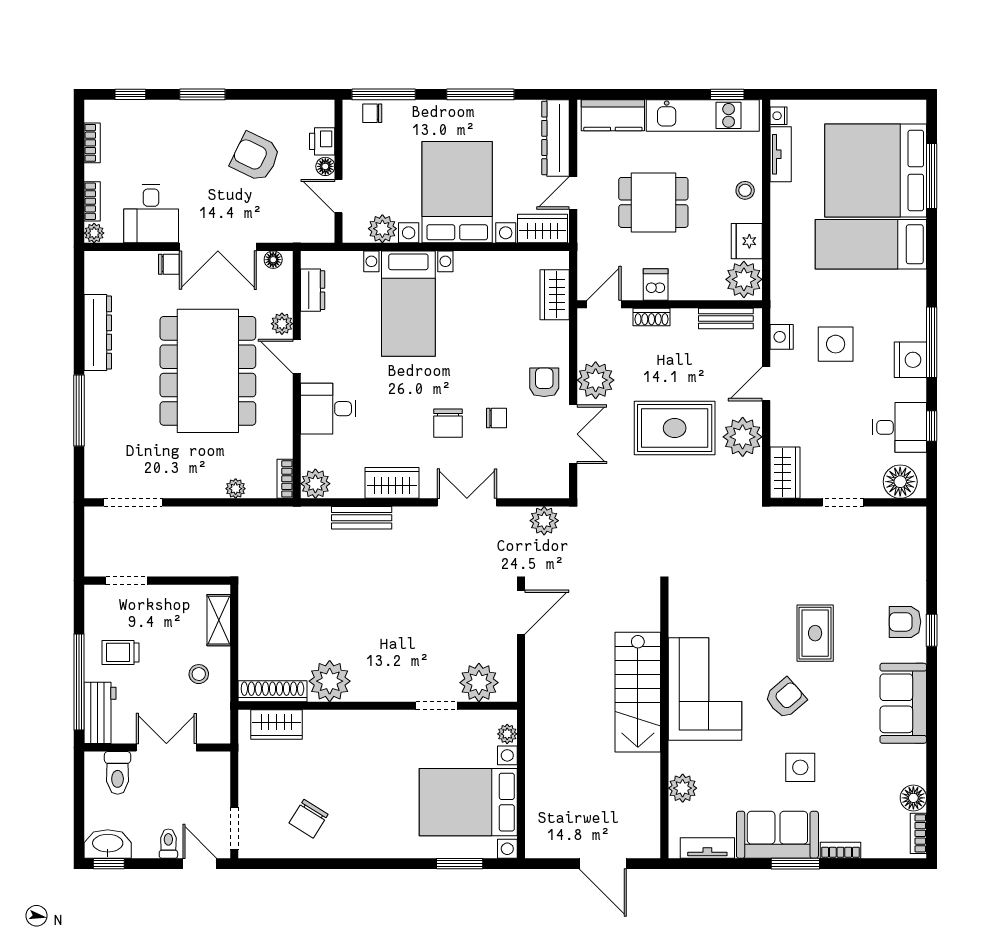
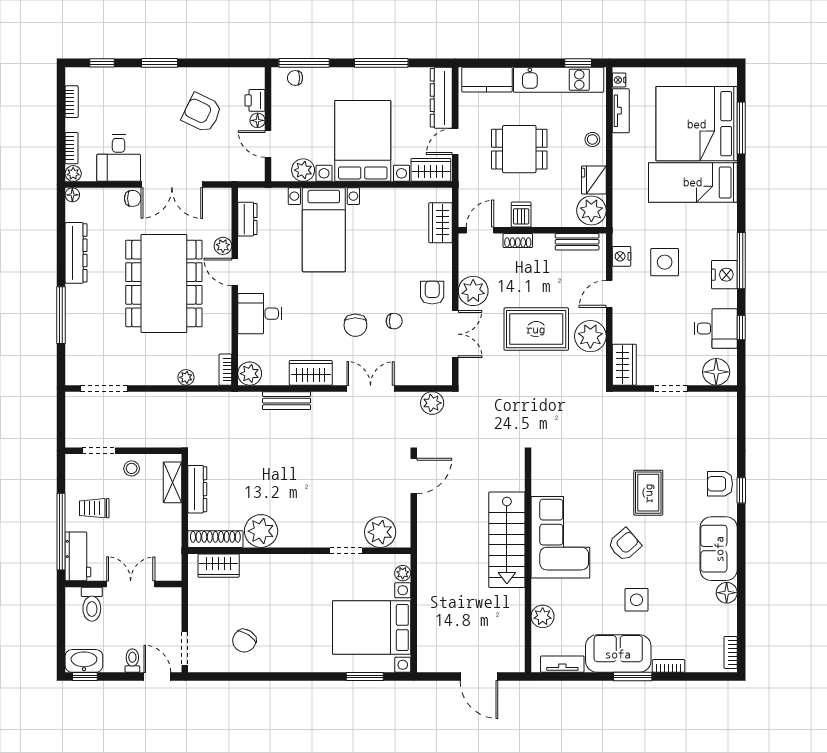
floor lamp: (273, 260) -> (72, 195), moved
dresser: (250, 629) -> (197, 489), added
stool: (199, 674) -> (132, 468), moved
floor lamp: (913, 798) -> (727, 593), moved

